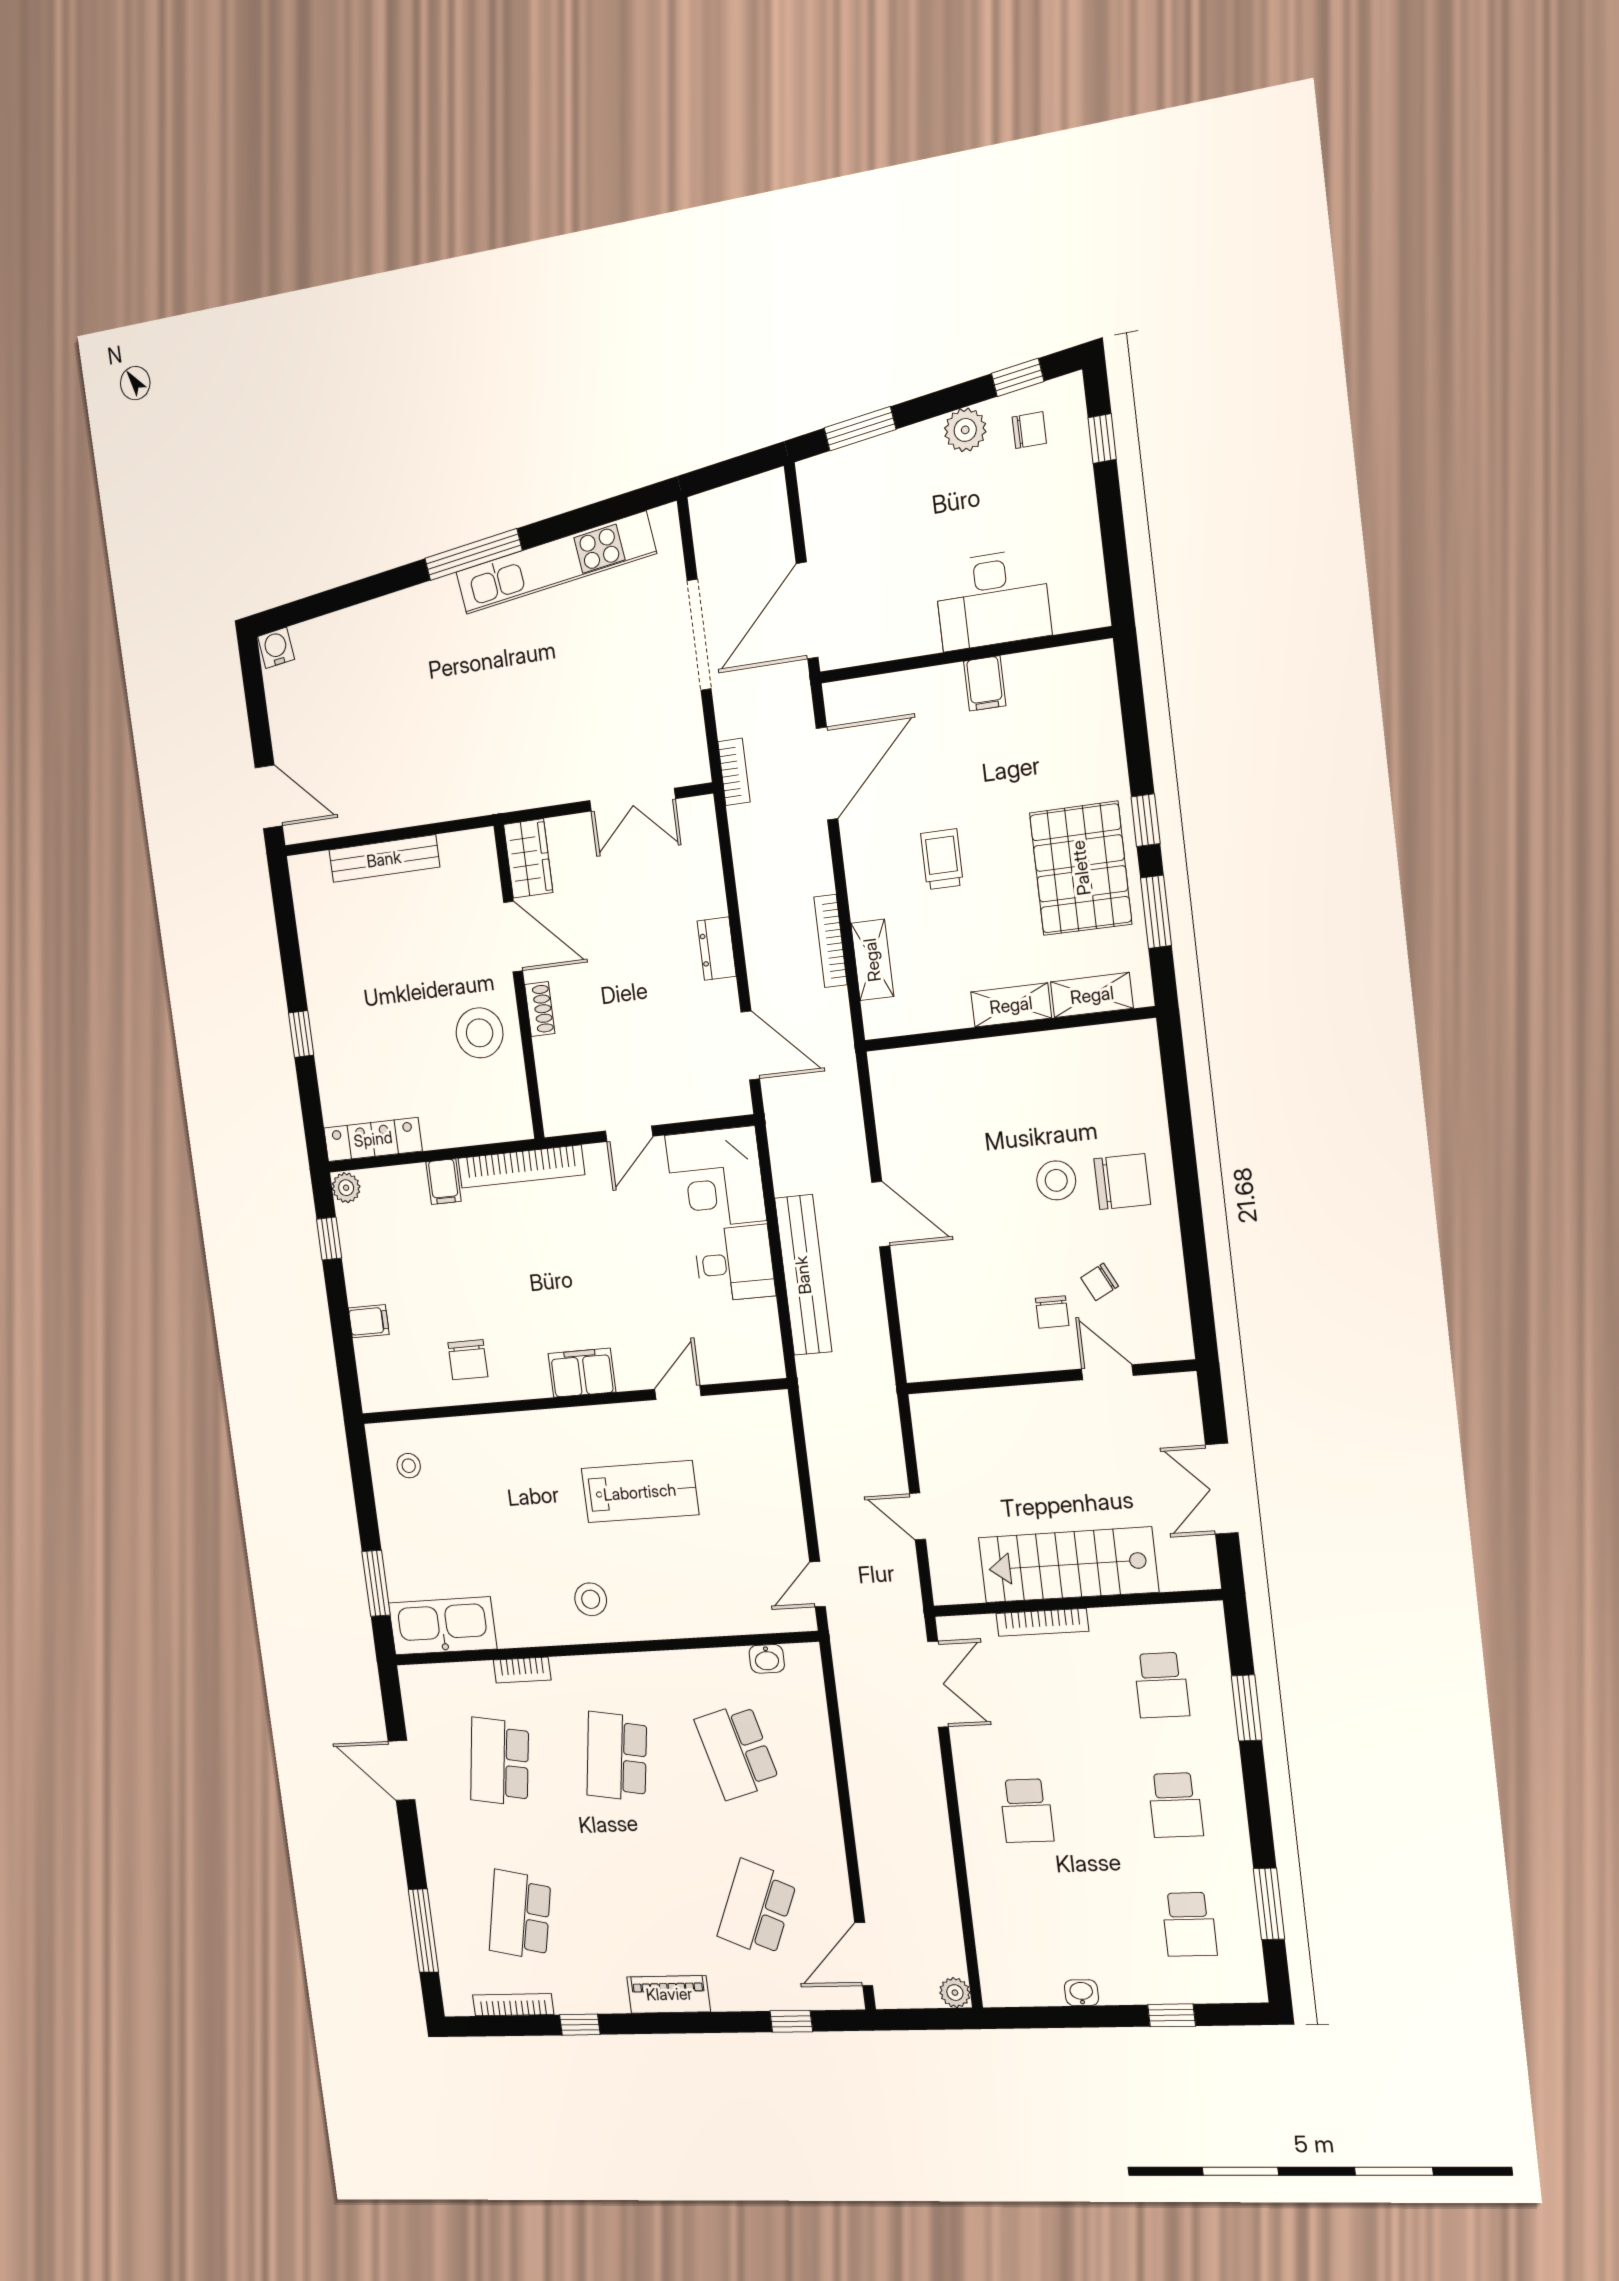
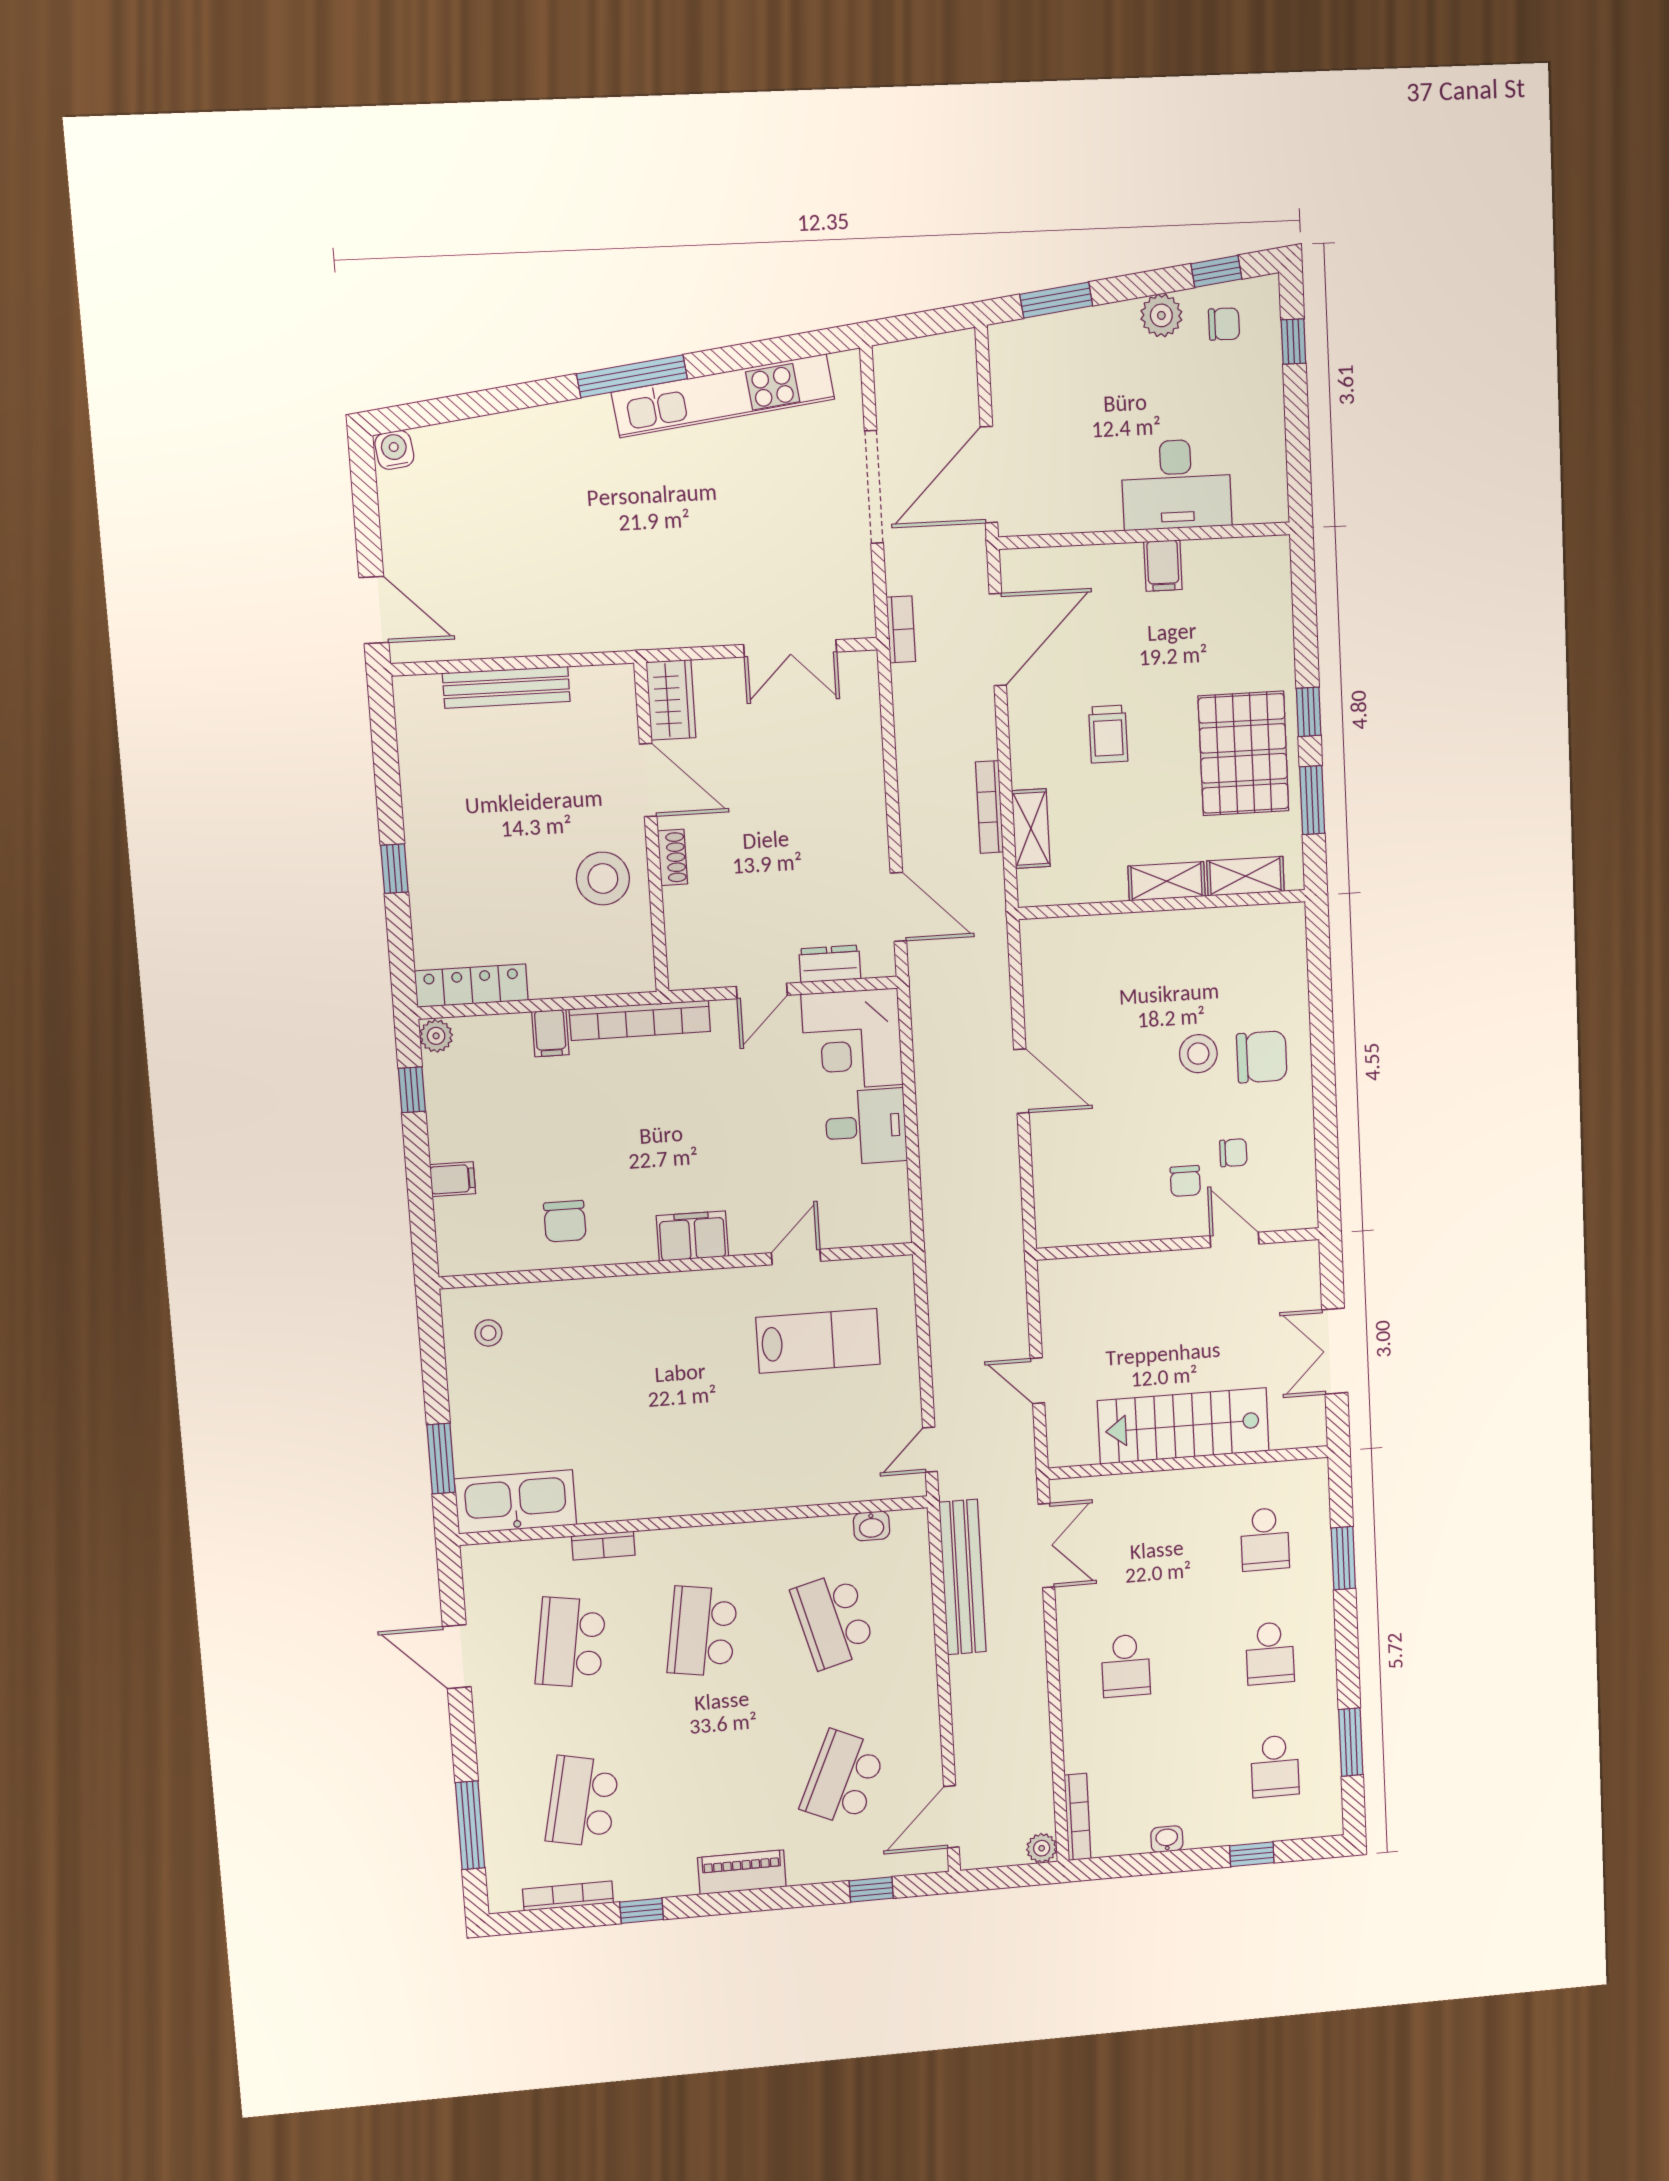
trolley: (942, 859) -> (1108, 734), turned 180
dresser: (717, 949) -> (830, 964), moved, turned 90
bench: (803, 1275) -> (962, 1577), moved
chair: (1100, 1282) -> (1233, 1153), turned -153
lab bench: (640, 1492) -> (818, 1341), moved
stool: (591, 1599) -> (685, 1470), removed
bookcase: (1042, 1622) -> (1078, 1817), moved, turned -90

